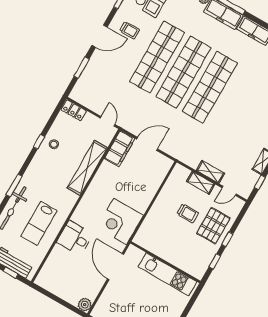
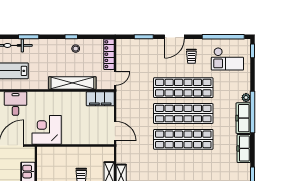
door: (100, 36) -> (174, 37), hinge flipped
locker: (74, 110) -> (109, 54), width x1.53
door: (147, 144) -> (115, 131), moved

